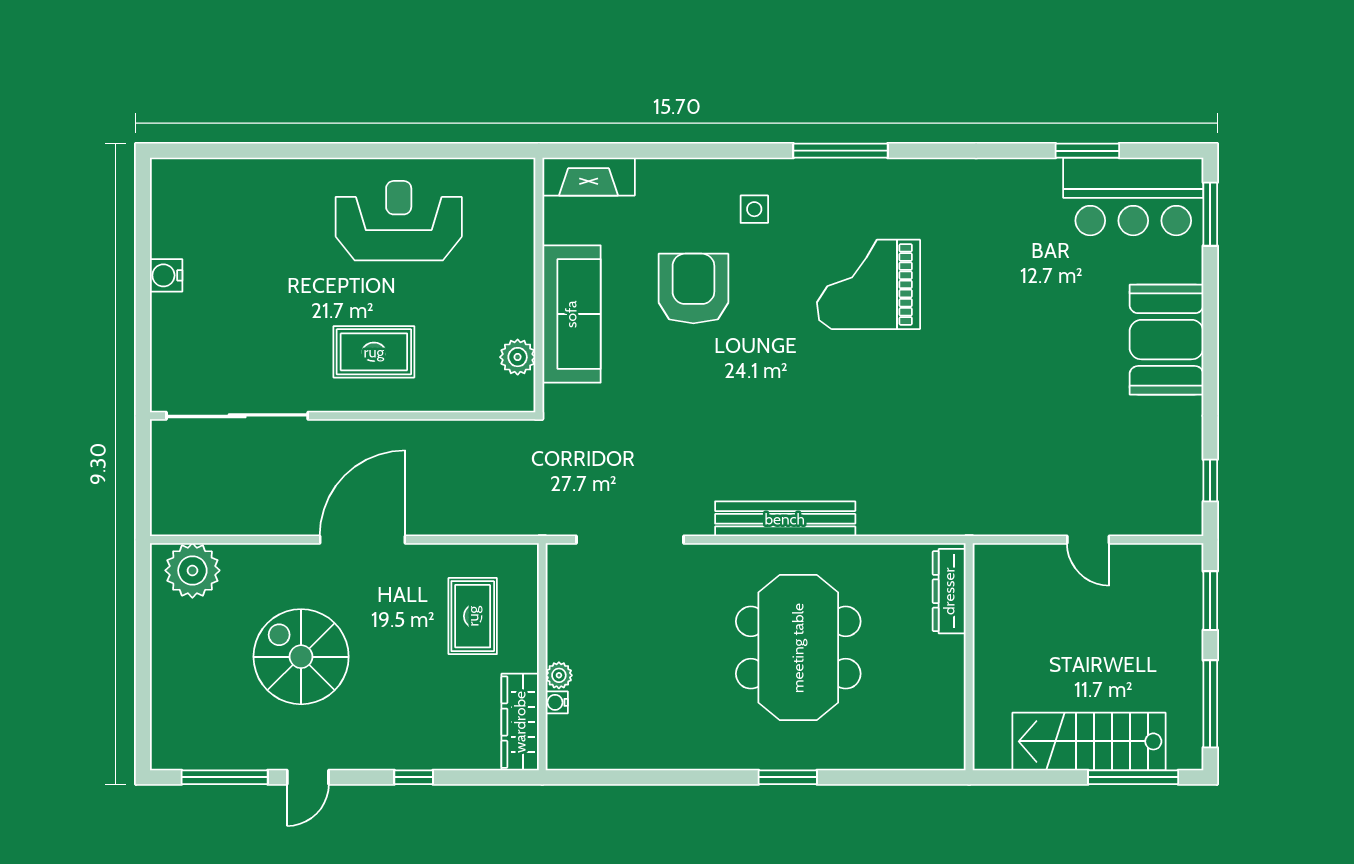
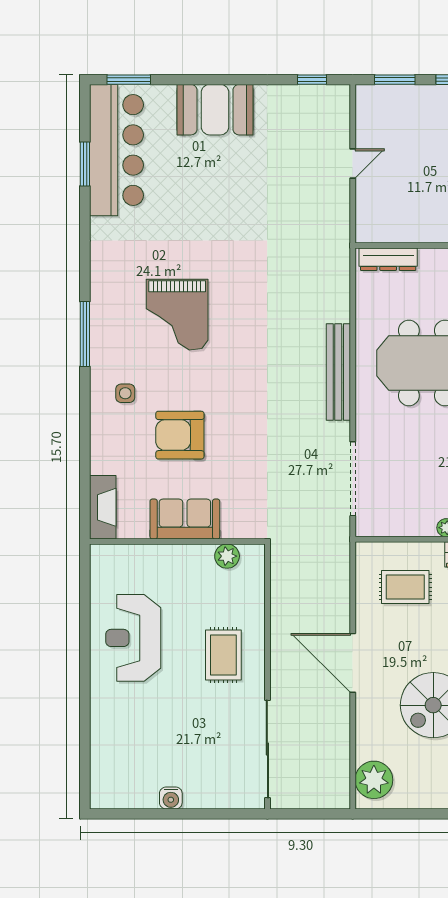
bar counter: (1133, 196) -> (116, 150), width x1.36
sofa: (571, 314) -> (185, 519), width x0.73

